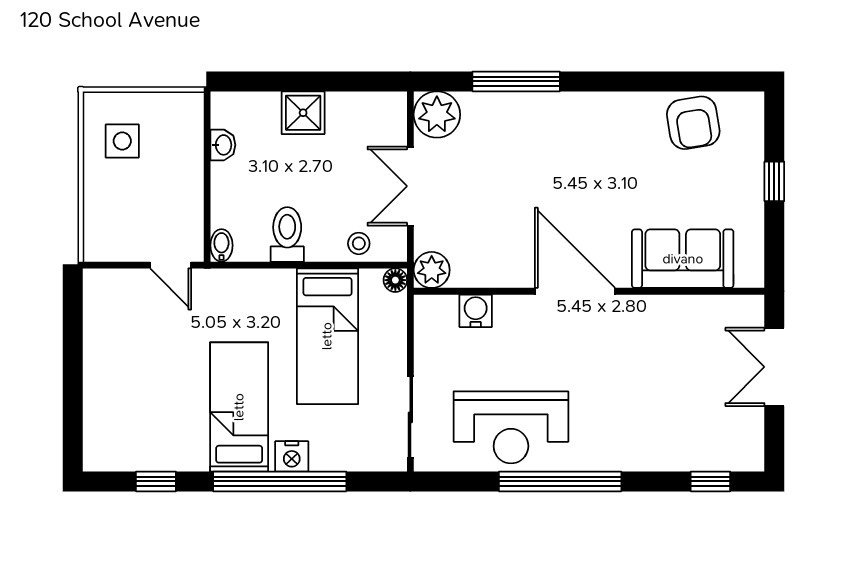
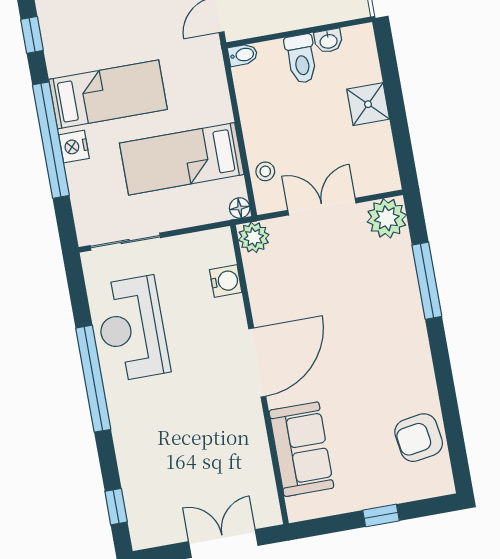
toilet: (287, 234) -> (301, 59), moved, turned 90

